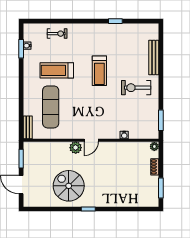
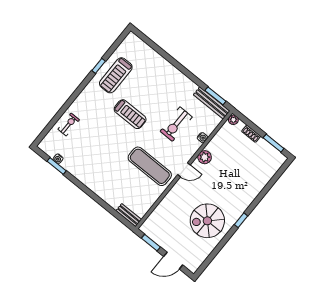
bench: (154, 57) -> (212, 103), moved
treadmill: (57, 70) -> (116, 75), moved
exercise bike: (136, 88) -> (176, 124), moved
exercise mat: (51, 107) -> (150, 166), moved
door: (91, 140) -> (184, 170), hinge flipped
plant: (76, 148) -> (205, 157), moved

